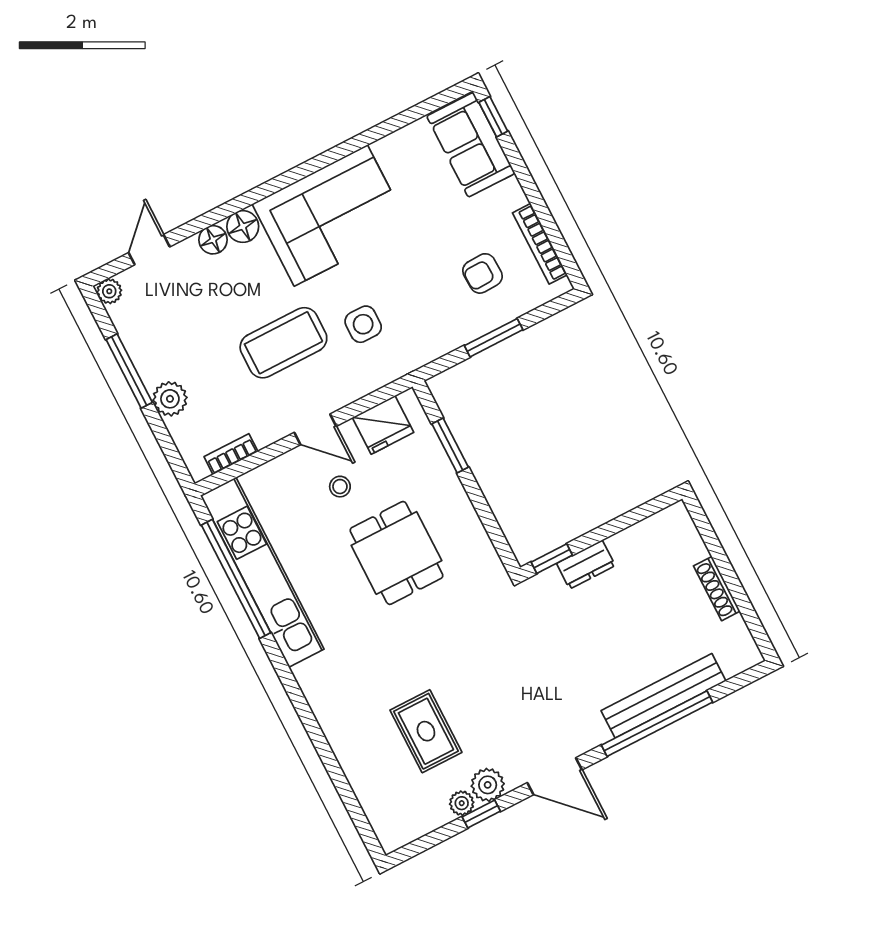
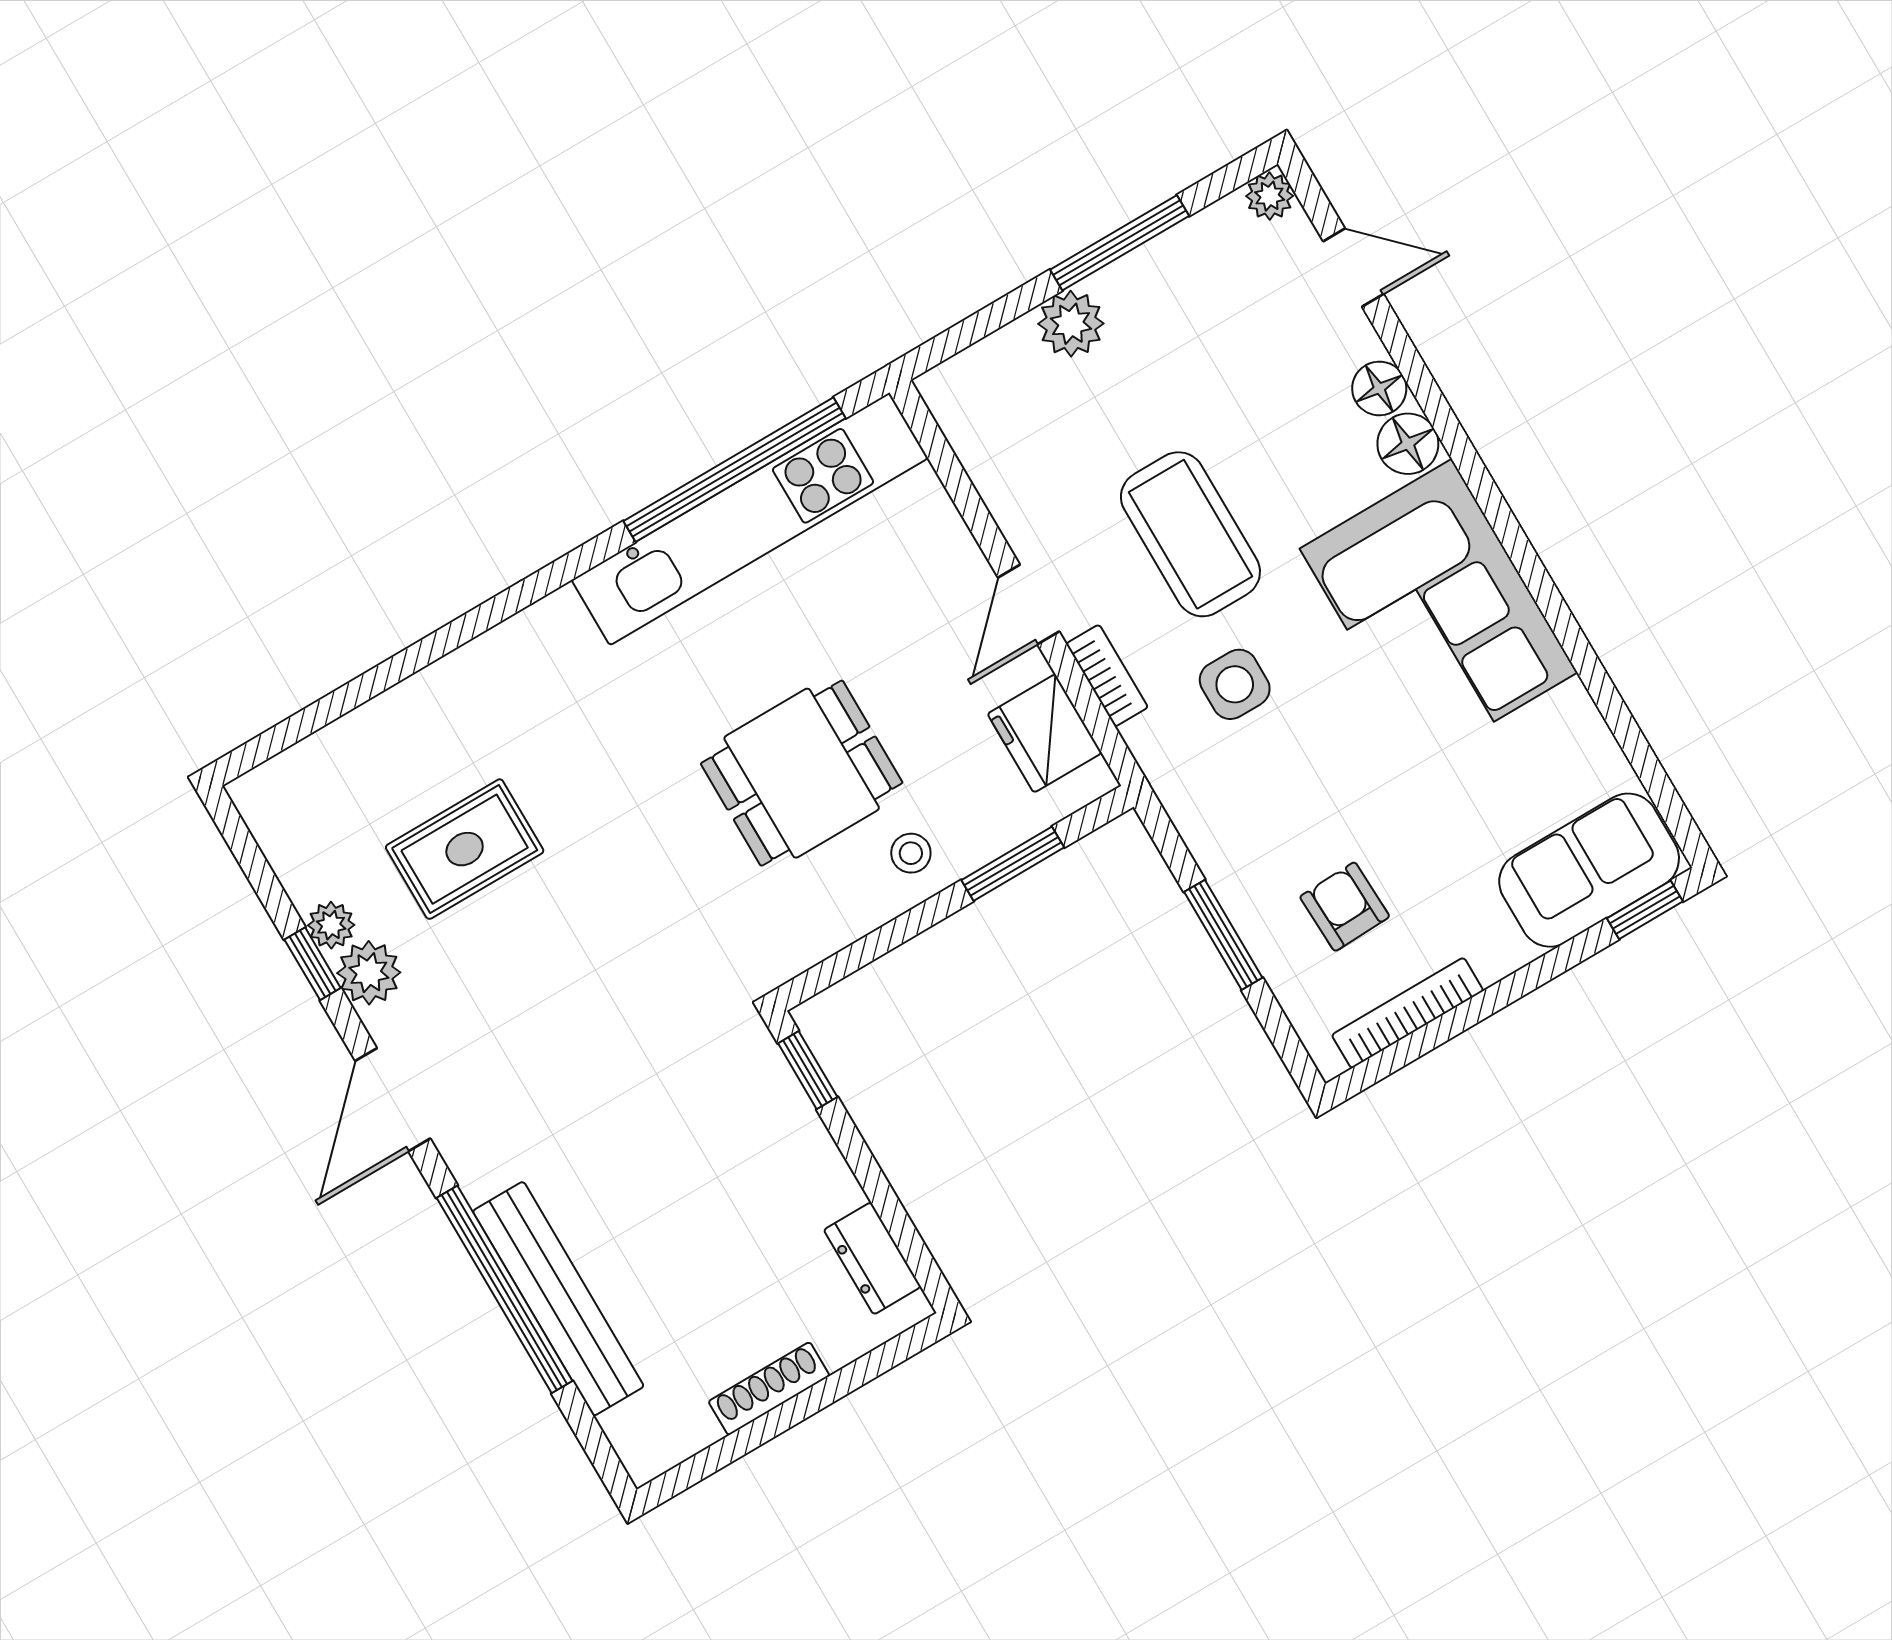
bookcase: (231, 454) -> (1107, 676), moved
stool: (340, 487) -> (911, 853), moved
dresser: (586, 565) -> (872, 1258), moved

